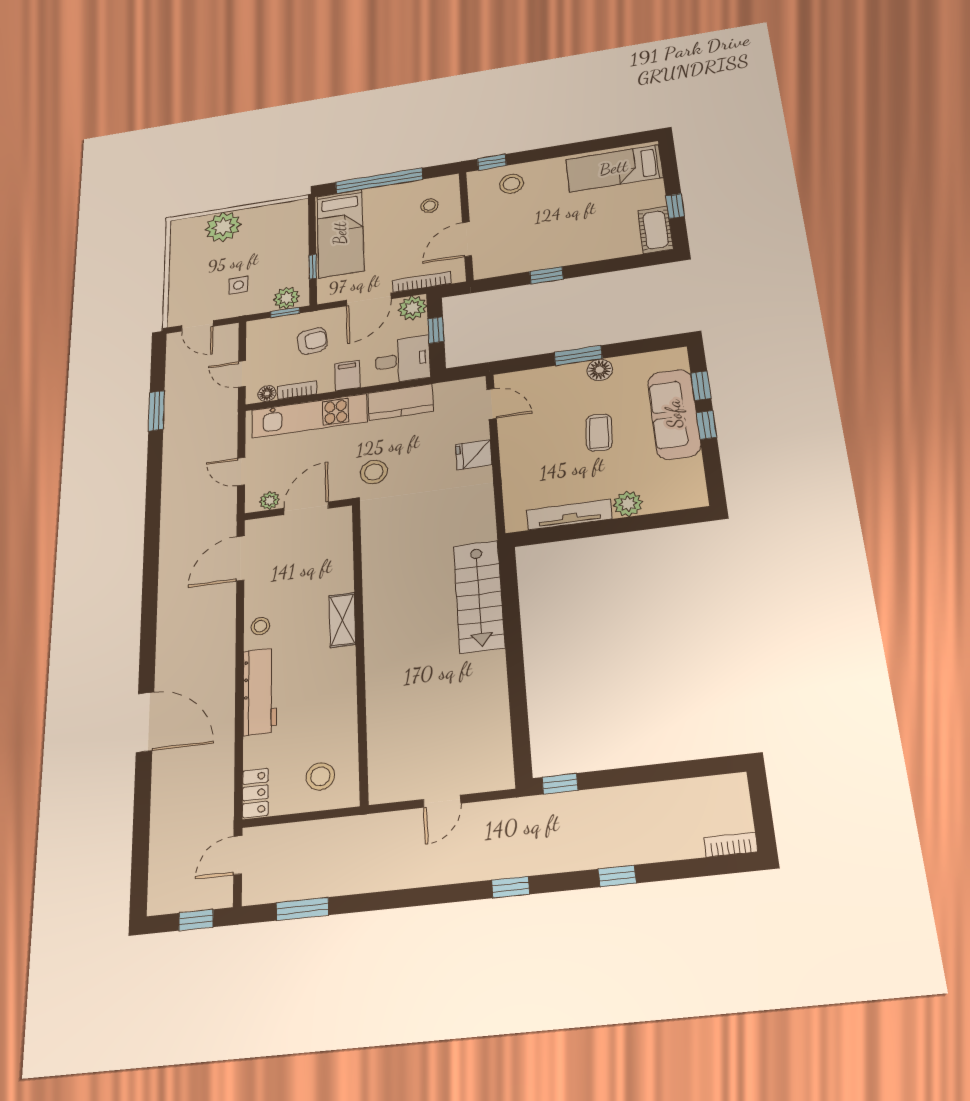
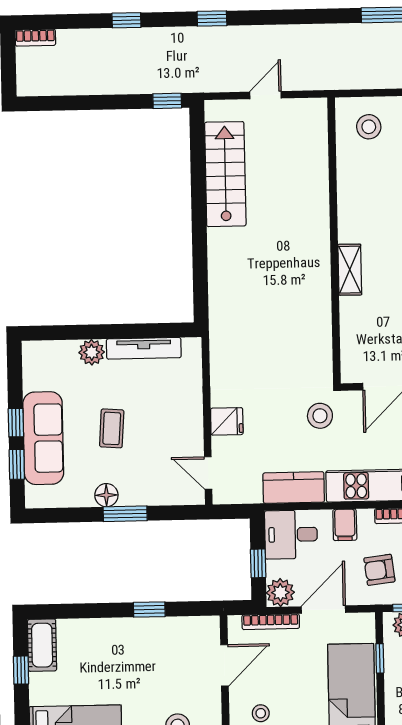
stairs: (479, 596) -> (225, 174), moved

